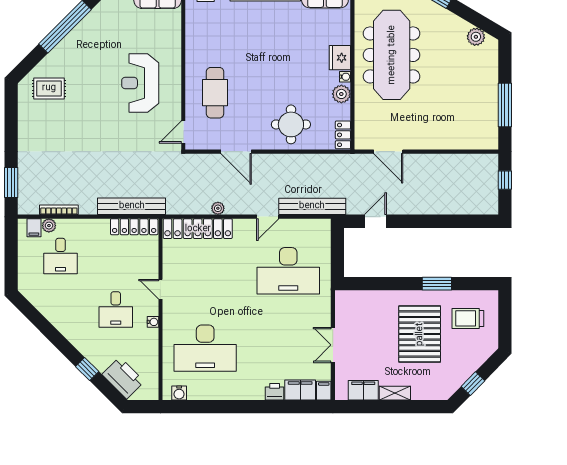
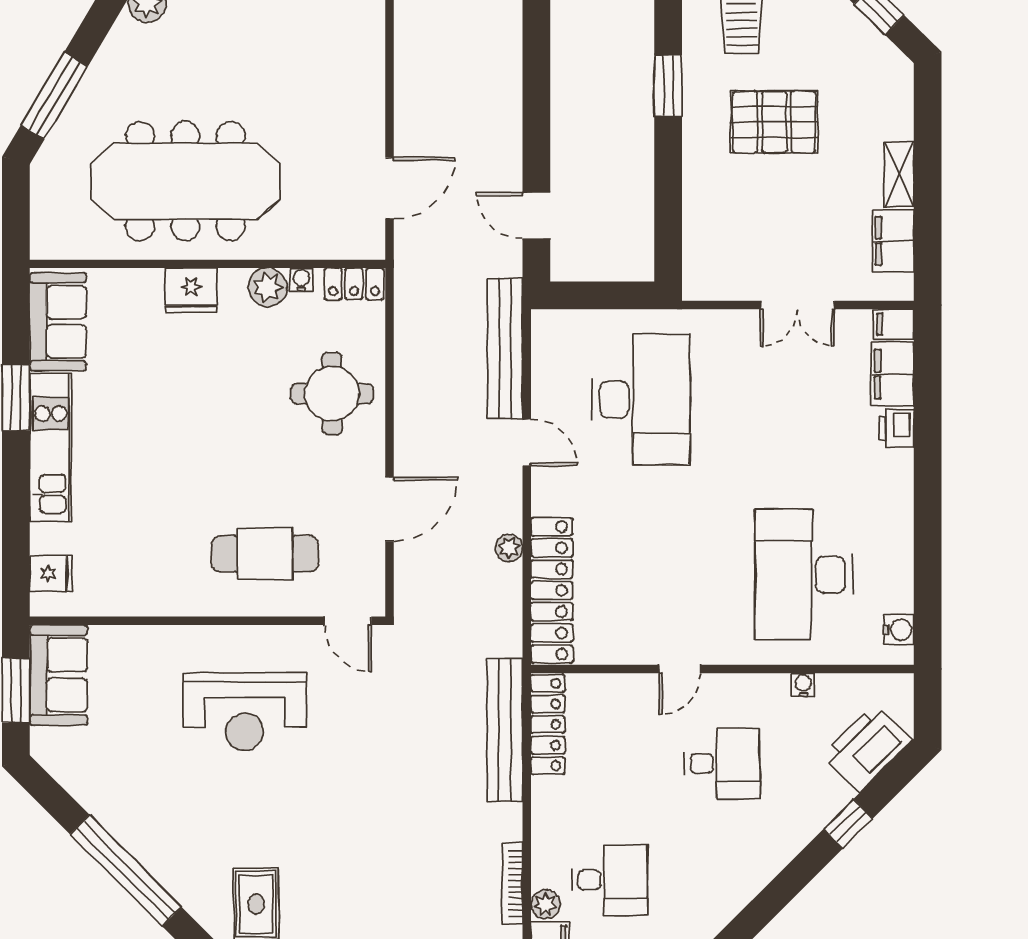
water cooler: (345, 77) -> (301, 280), moved
water cooler: (153, 322) -> (803, 685), moved
pallet: (420, 334) -> (774, 122), width x0.73, depth x0.71
desk: (205, 348) -> (804, 575), turned 180

